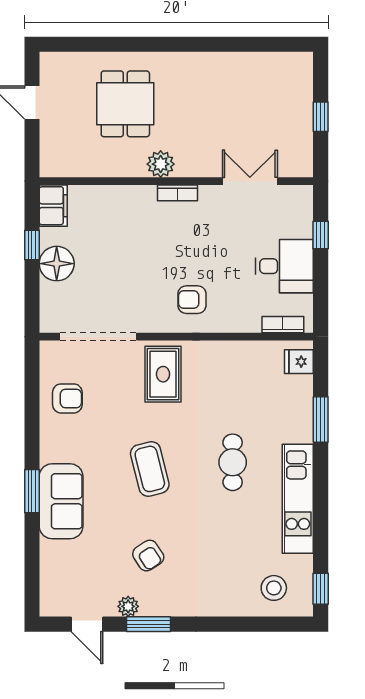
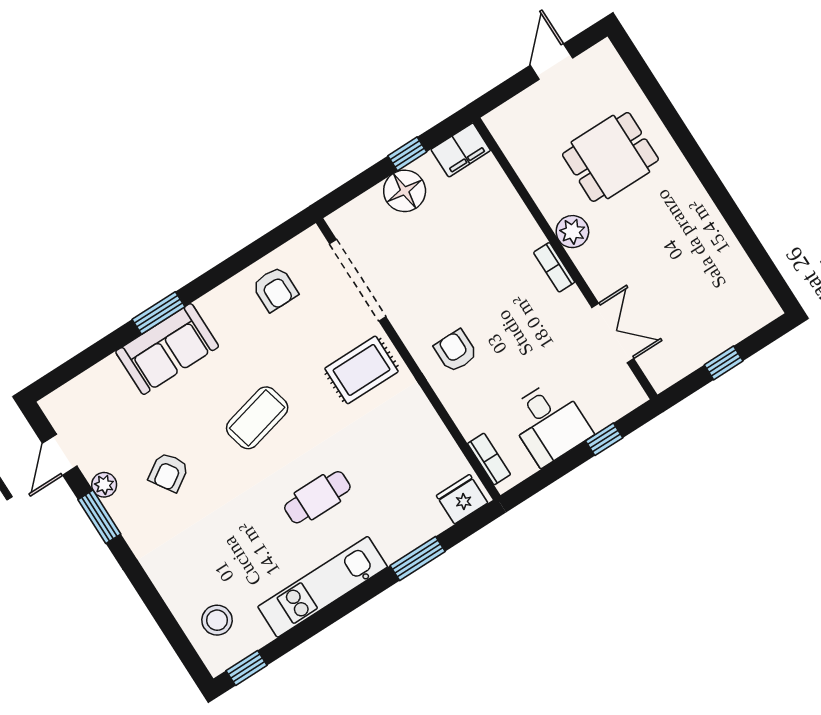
fridge: (299, 362) -> (462, 499), width x1.38

